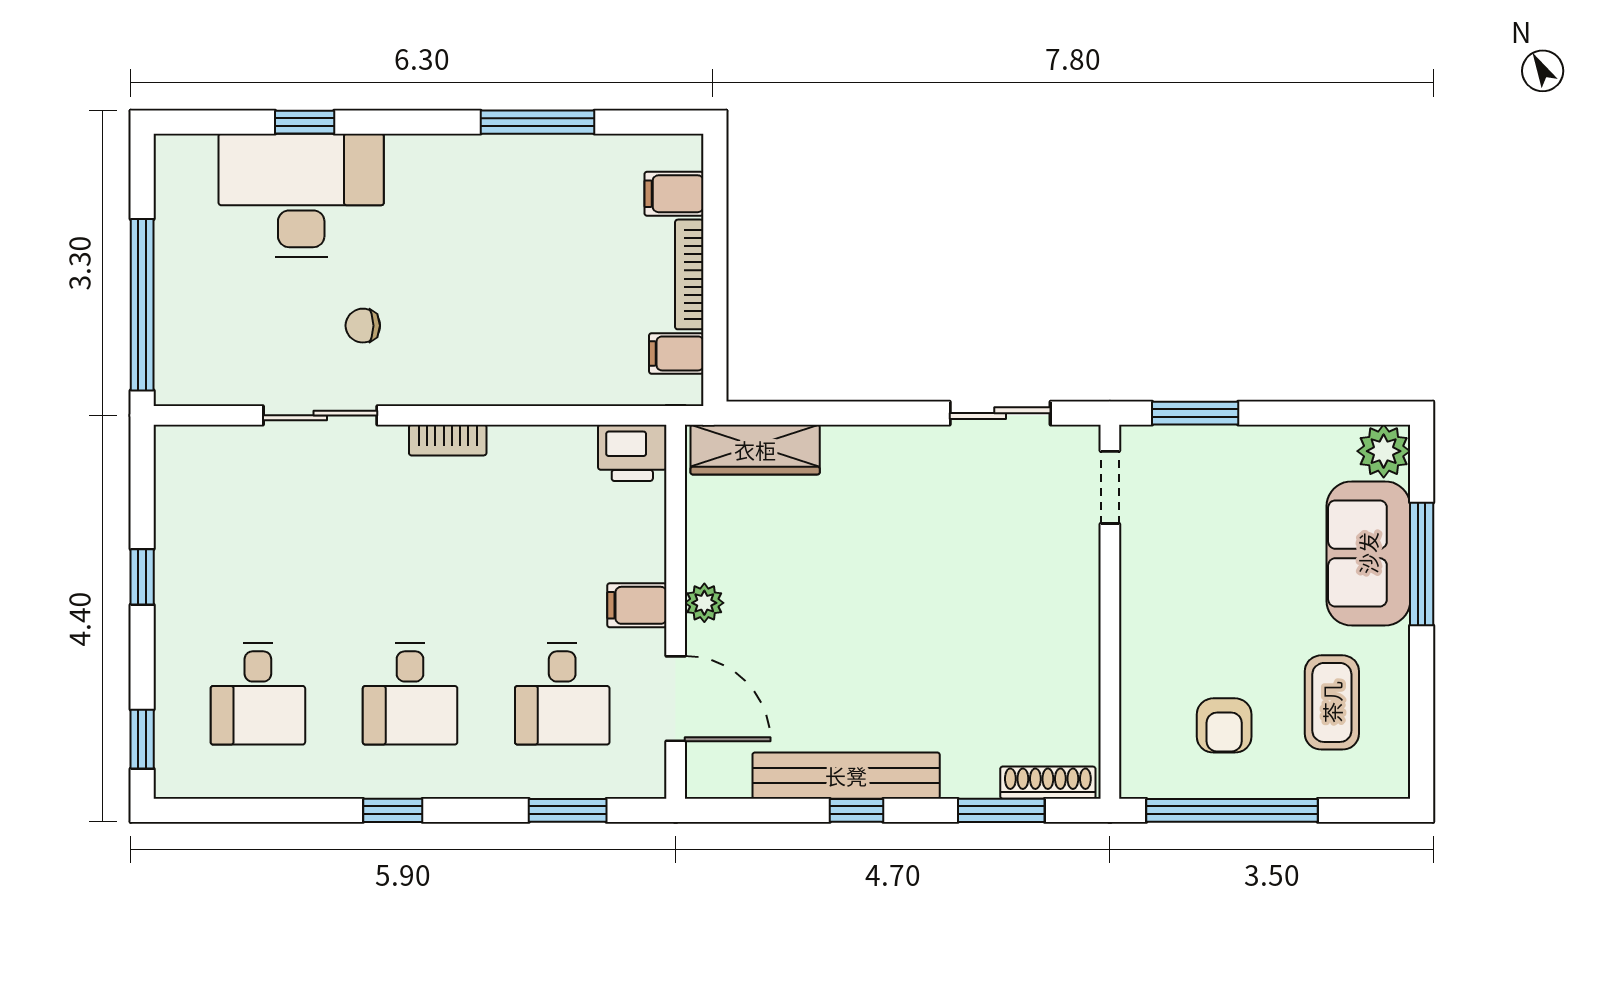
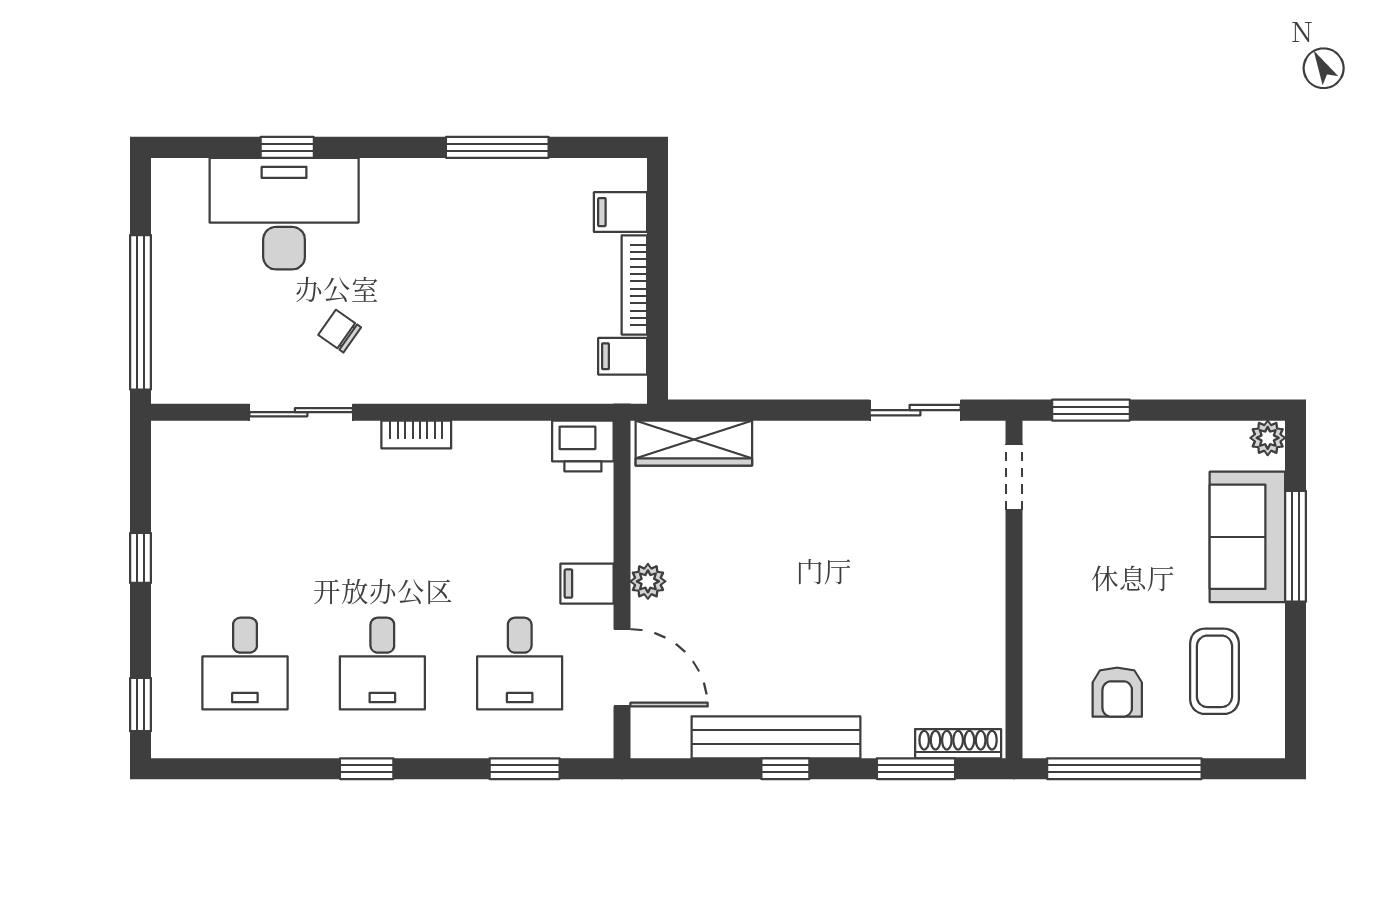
chair: (363, 326) -> (340, 331), turned 35
plant: (1384, 451) -> (1268, 438), width x0.73, depth x0.73

